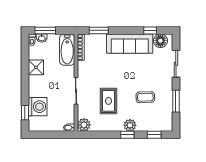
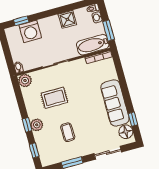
window: (45, 30) -> (109, 31), moved
window: (99, 30) -> (119, 70), removed

